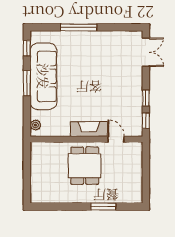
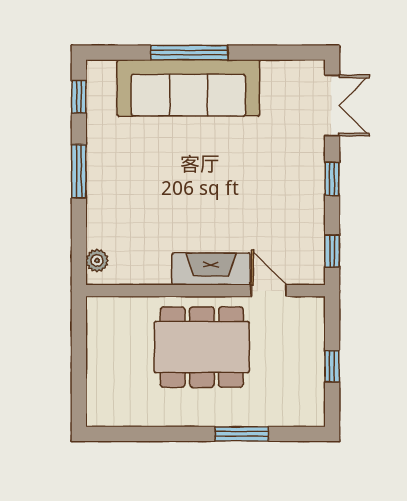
sofa: (43, 76) -> (188, 88), moved, turned 90
window: (146, 98) -> (332, 179), moved
dining table: (85, 166) -> (202, 347), width x1.37
window: (146, 175) -> (332, 366), added

